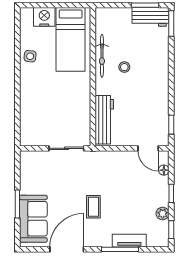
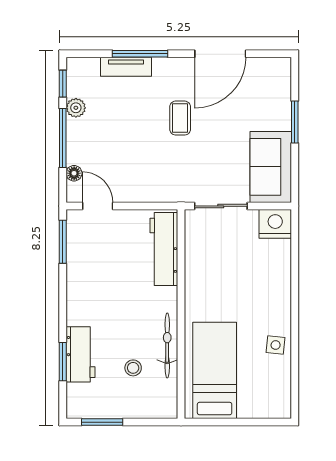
nightstand: (44, 17) -> (275, 224), moved, turned 180
workbench: (151, 17) -> (80, 354), moved, turned 90
window: (171, 23) -> (63, 362), moved
stool: (124, 67) -> (133, 368), moved
window: (171, 125) -> (63, 242), width x1.50
window: (171, 193) -> (63, 138), width x2.17
sofa: (33, 219) -> (271, 167), moved

